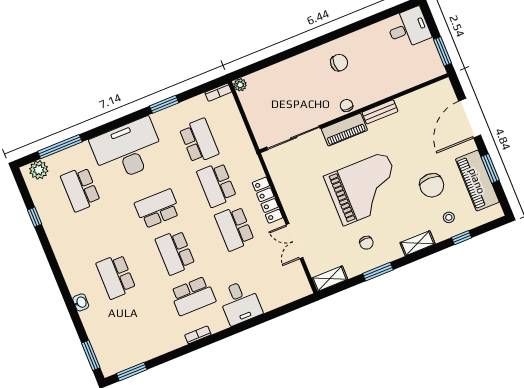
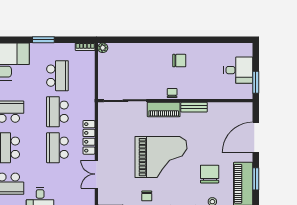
desk: (408, 28) -> (238, 70), moved
chair: (432, 185) -> (210, 174), turned 180

